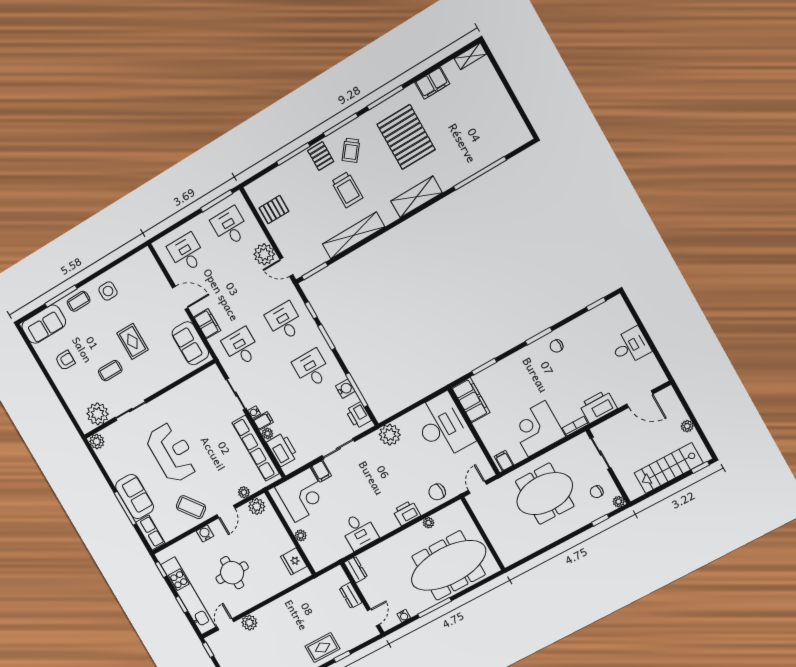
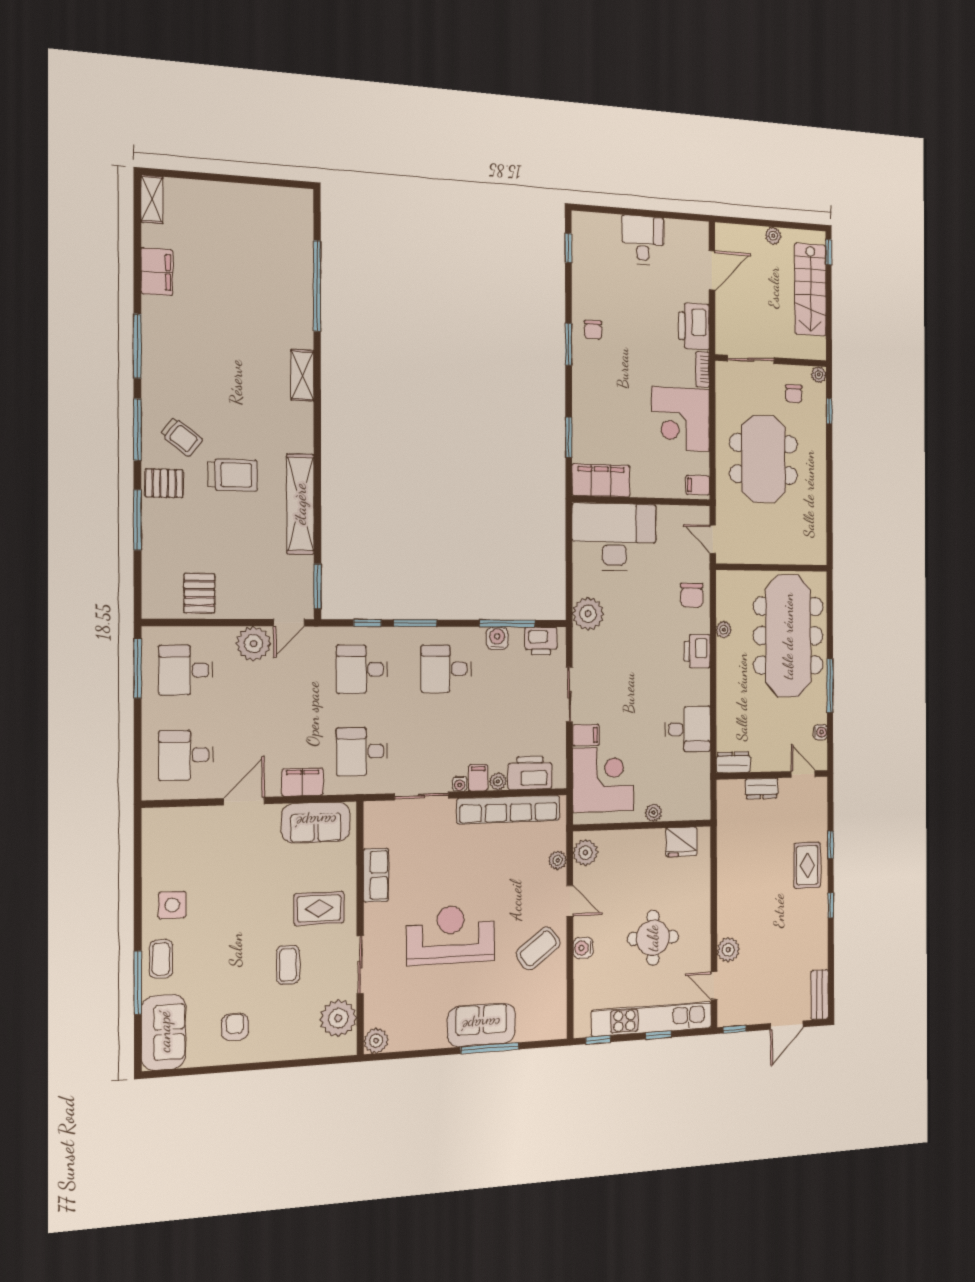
pallet: (406, 137) -> (209, 352), removed
shelving: (417, 197) -> (302, 375), width x0.67, depth x0.75
rug: (132, 341) -> (319, 908), moved
row of seats: (150, 533) -> (376, 875), moved, turned 90

